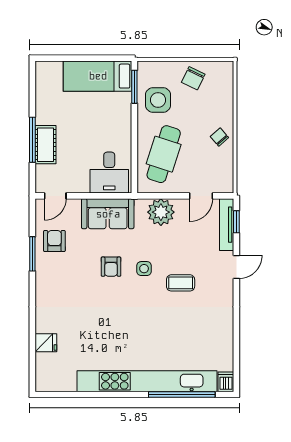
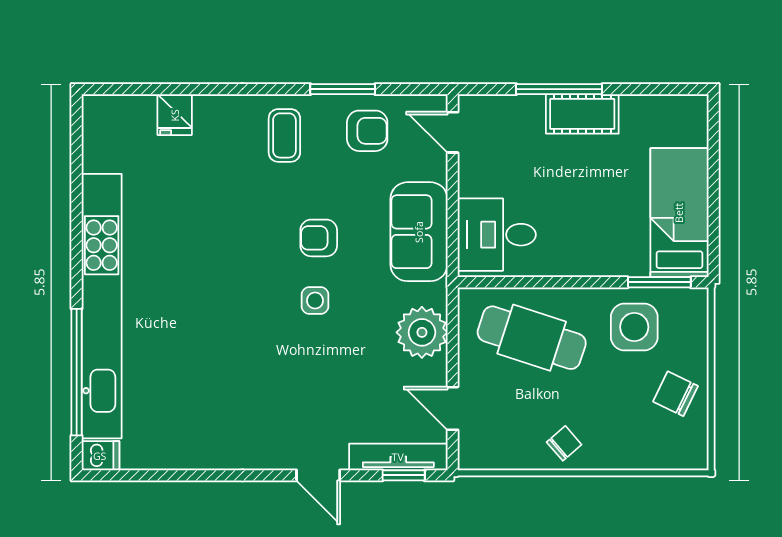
cot: (45, 145) -> (582, 114), moved
coffee table: (181, 283) -> (284, 135), moved

